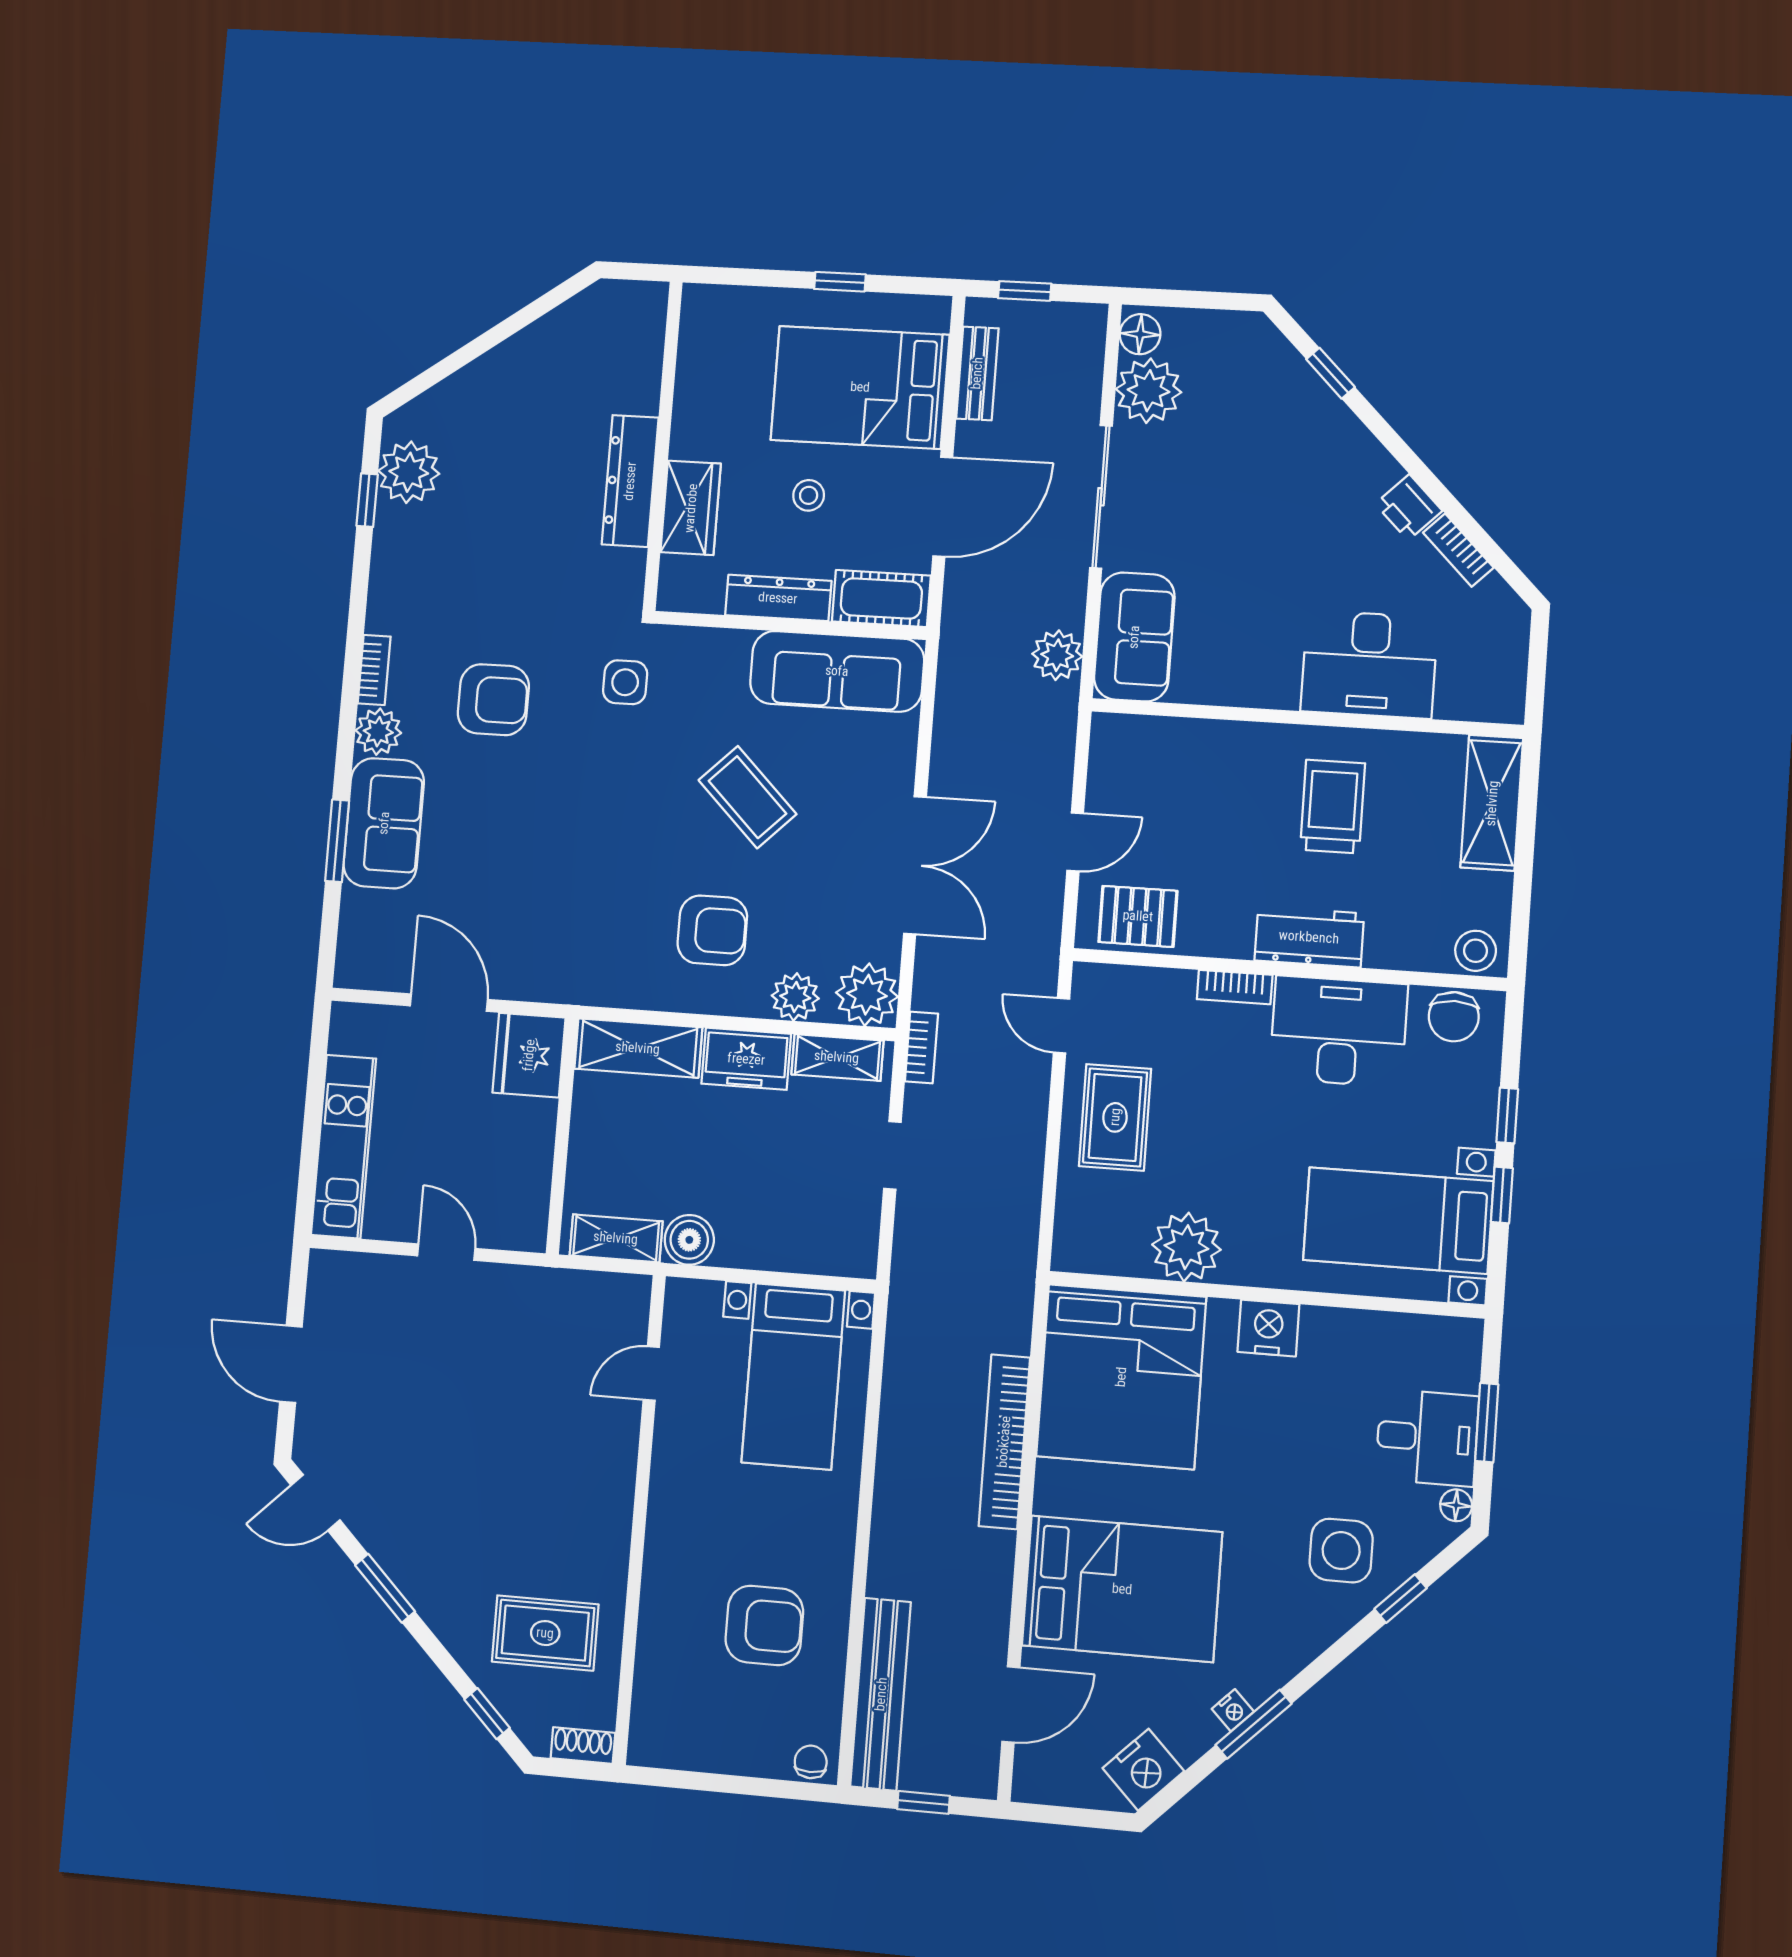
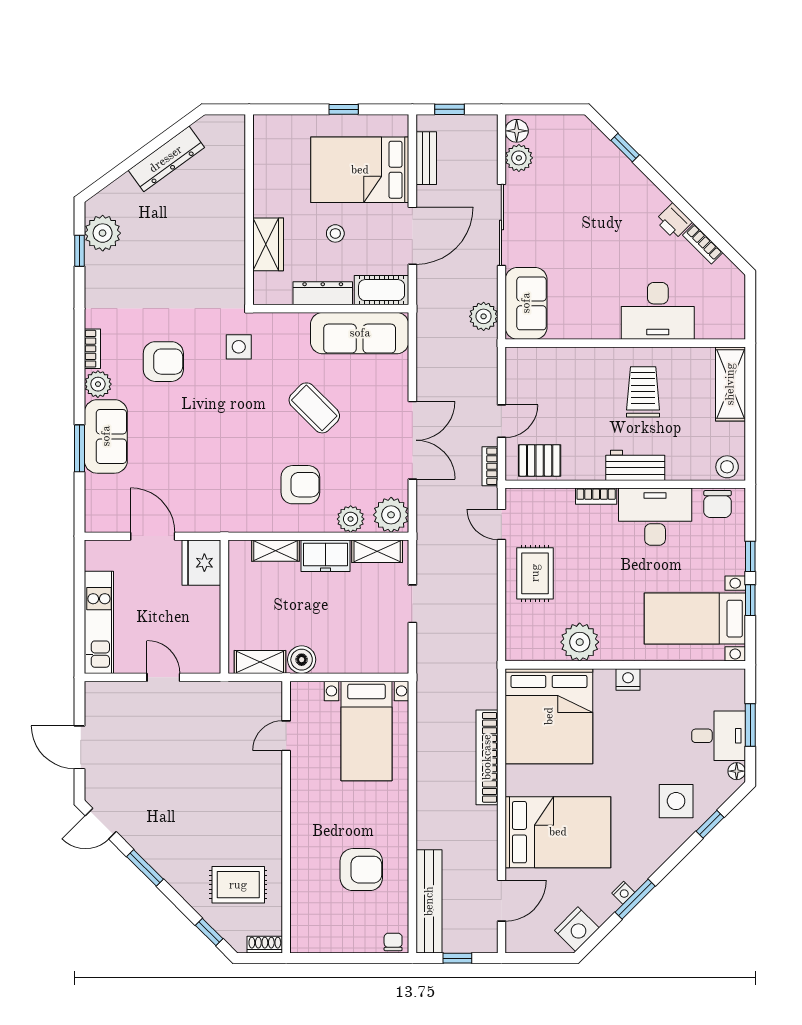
plant: (1149, 391) -> (519, 158), width x0.73, depth x0.73
dresser: (630, 481) -> (166, 159), moved, turned -126
bookcase: (921, 1047) -> (490, 466), moved, turned 180
shelving: (638, 1048) -> (275, 551), width x0.67, depth x0.75
nightstand: (1268, 1328) -> (628, 679), width x0.74, depth x0.75

